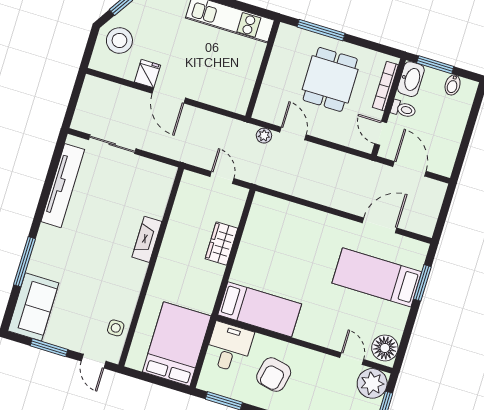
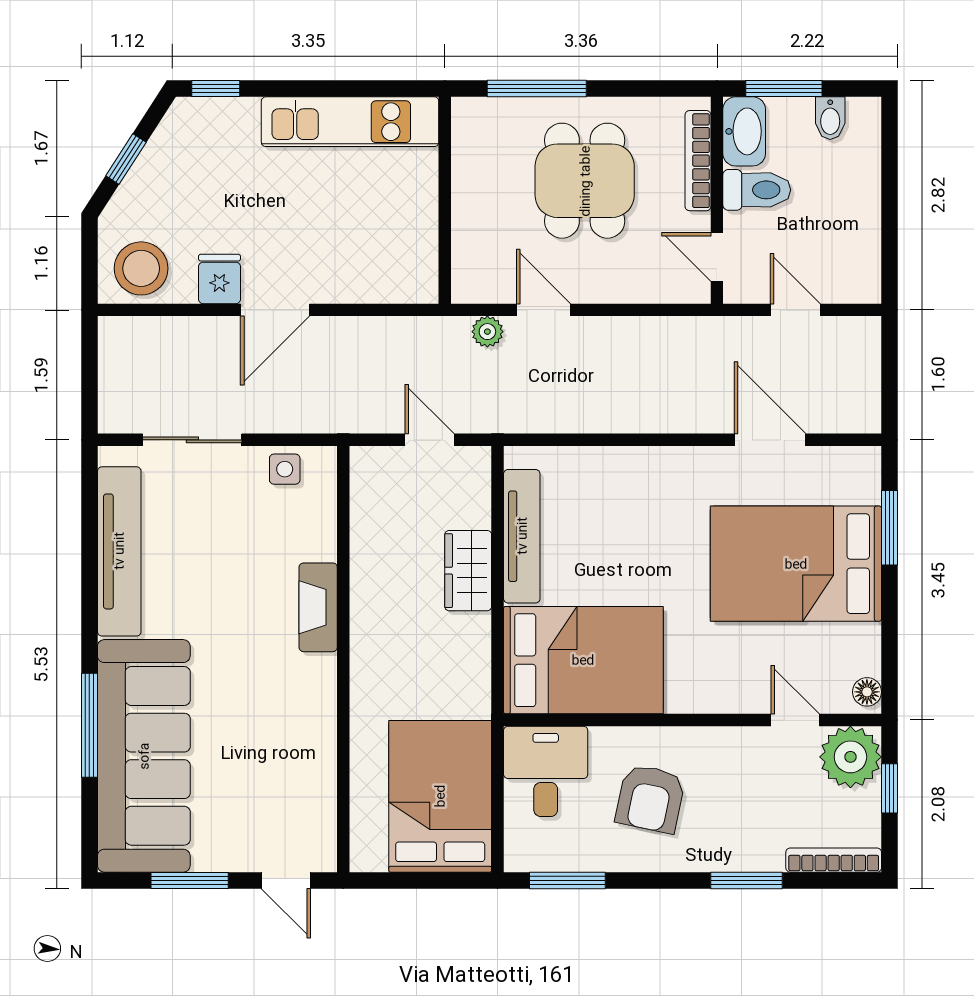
stool: (119, 40) -> (141, 268), moved
door: (169, 96) -> (275, 310), hinge flipped
toilet: (403, 109) -> (757, 190), width x1.37, depth x1.39
door: (409, 169) -> (795, 310), width x0.73
door: (380, 225) -> (770, 440), hinge flipped
tv unit: (251, 235) -> (522, 536), added
bed: (377, 277) -> (796, 564), width x1.50
sofa: (33, 307) -> (144, 756), width x1.85, depth x1.27
bed: (260, 309) -> (583, 660), width x1.50
side table: (116, 328) -> (285, 469), moved
floor lamp: (385, 348) -> (867, 692), width x0.53, depth x0.53

